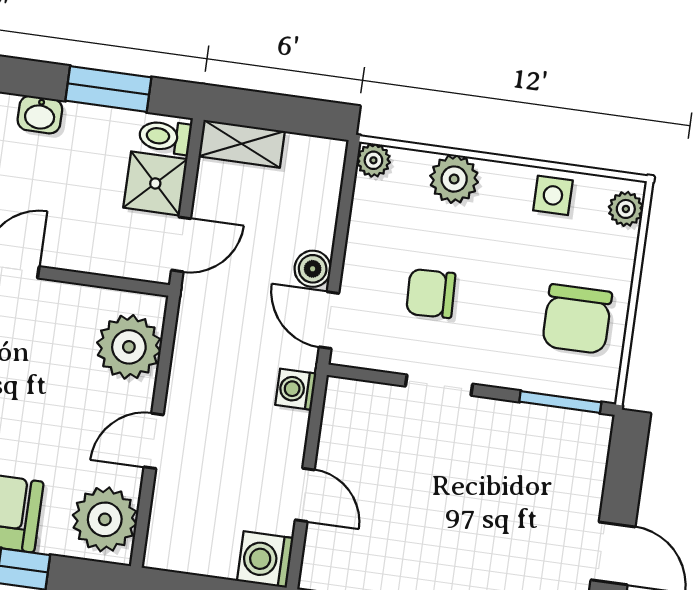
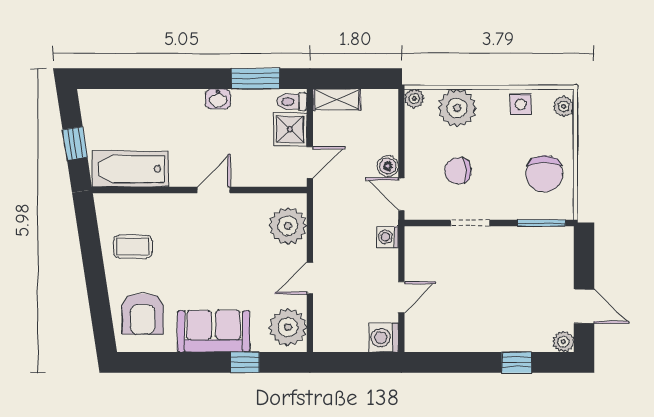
plant: (454, 179) -> (457, 108), width x1.36, depth x1.36
door: (305, 495) -> (401, 297), hinge flipped

